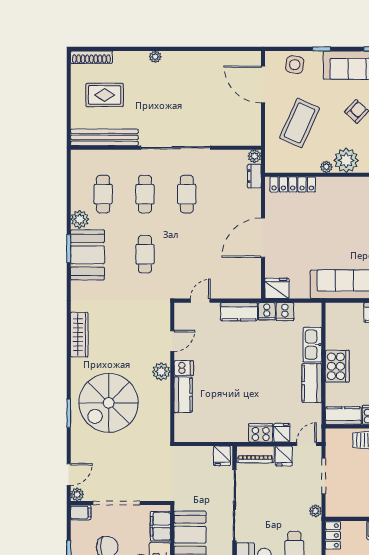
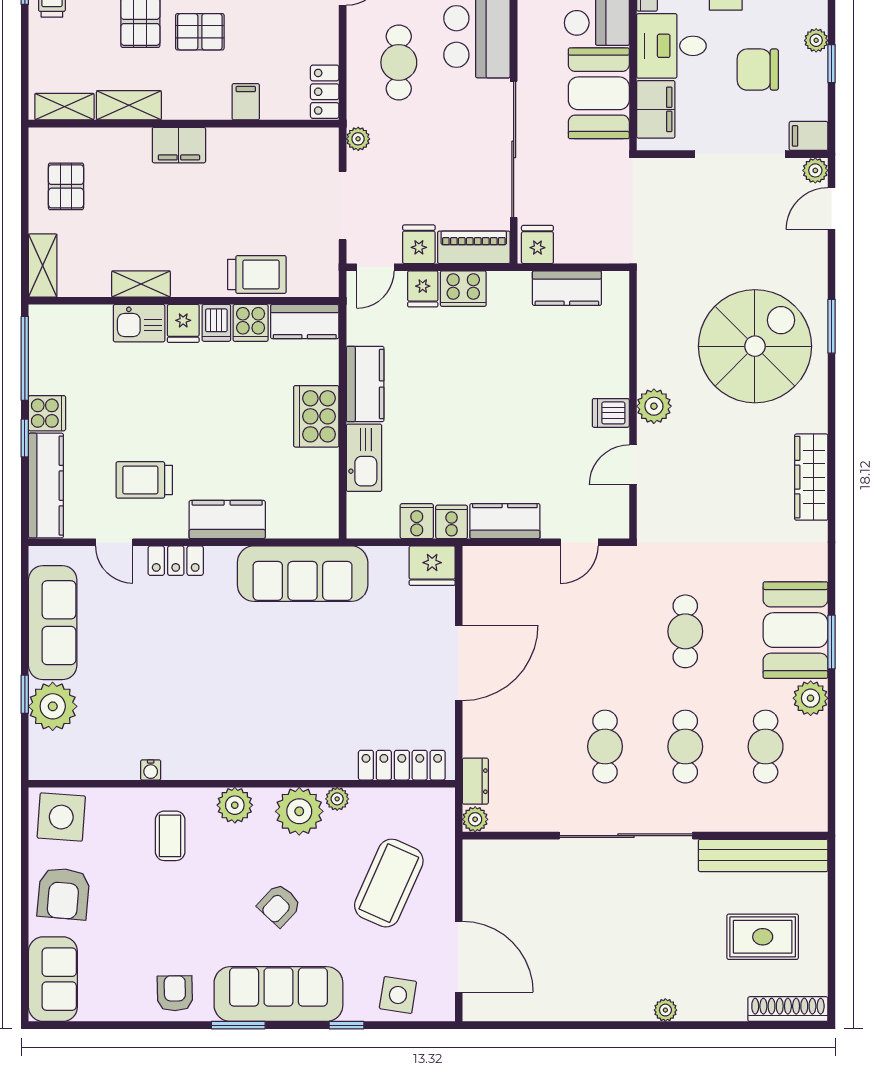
kitchen counter: (183, 395) -> (567, 288), moved, turned -90

